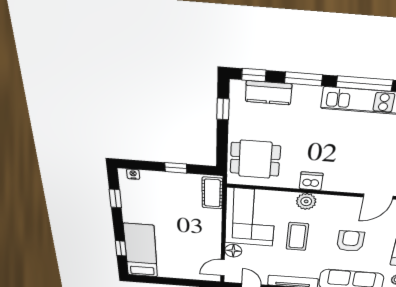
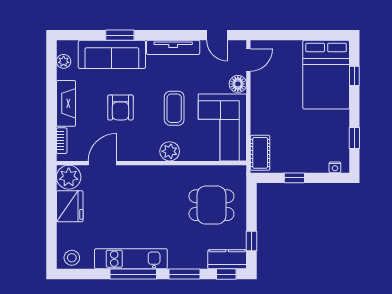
kitchen counter: (268, 93) -> (227, 259), moved
dining table: (255, 159) -> (211, 205), moved
dishwasher: (311, 181) -> (167, 175), removed
bed: (141, 251) -> (326, 75), width x1.50

